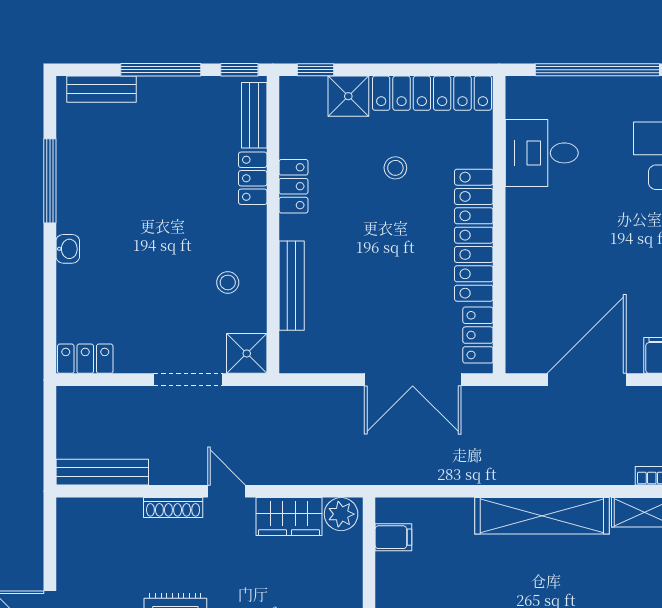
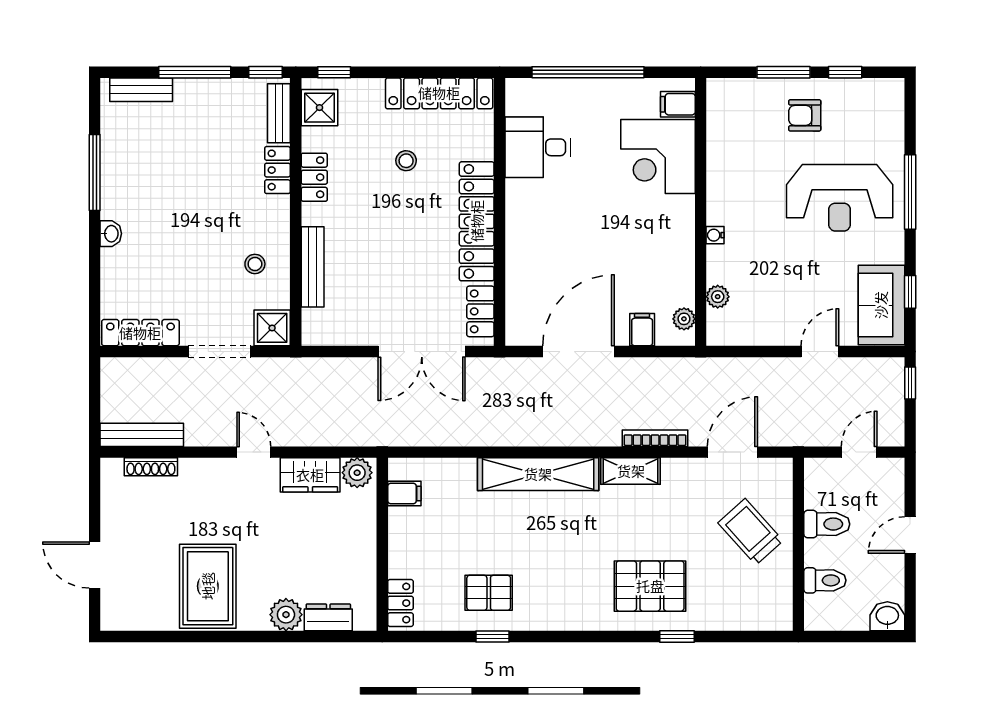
shower: (348, 96) -> (320, 108), moved
locker: (85, 359) -> (140, 333), width x1.53
shoe rack: (173, 507) -> (151, 467), moved

